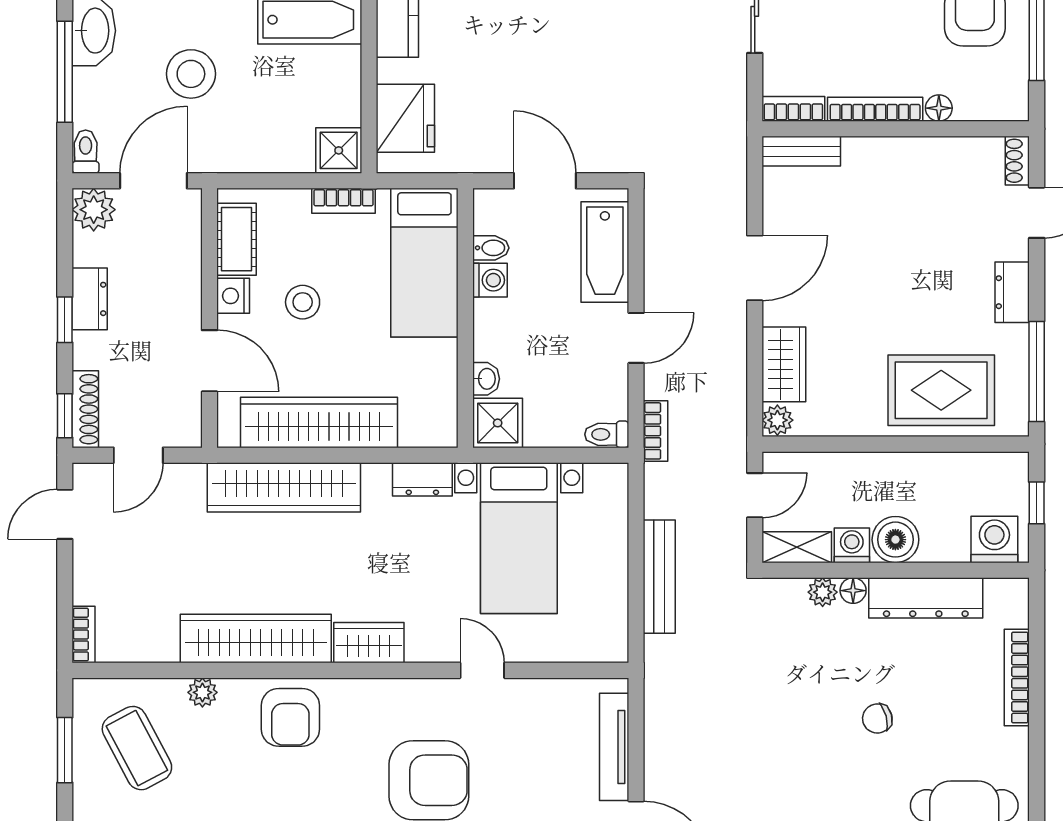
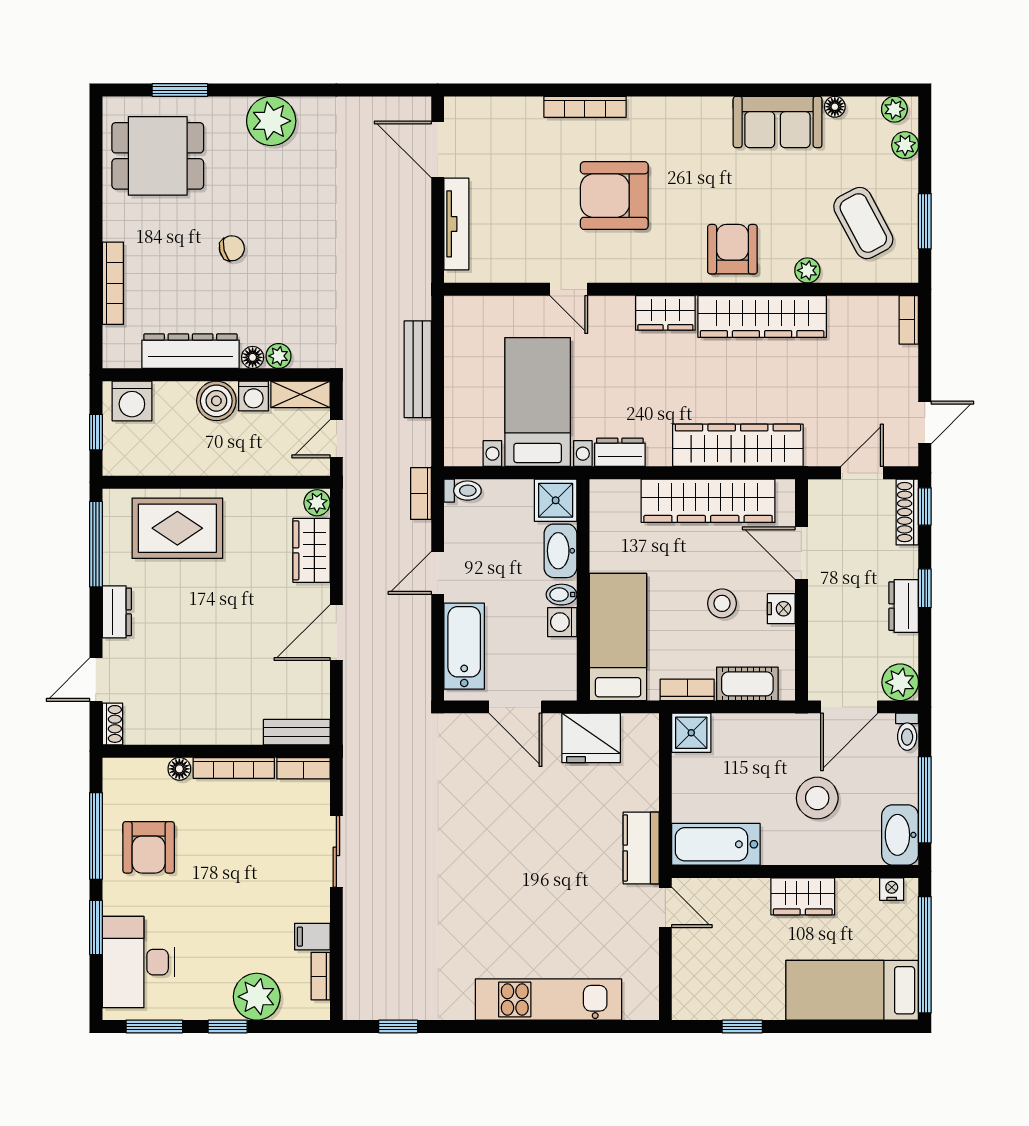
fridge: (405, 118) -> (591, 738), moved, turned -90
cot: (237, 239) -> (747, 684), moved, turned 90
bidet: (491, 248) -> (561, 595), moved
washbasin: (486, 379) -> (560, 551), width x1.91, depth x1.45

